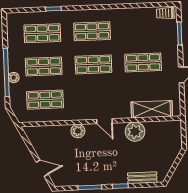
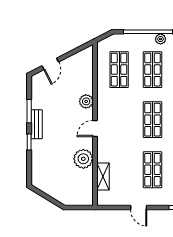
plant: (14, 78) -> (161, 39), moved
shelving: (152, 109) -> (103, 176), width x0.67, depth x0.75
bench: (142, 178) -> (37, 124), moved

